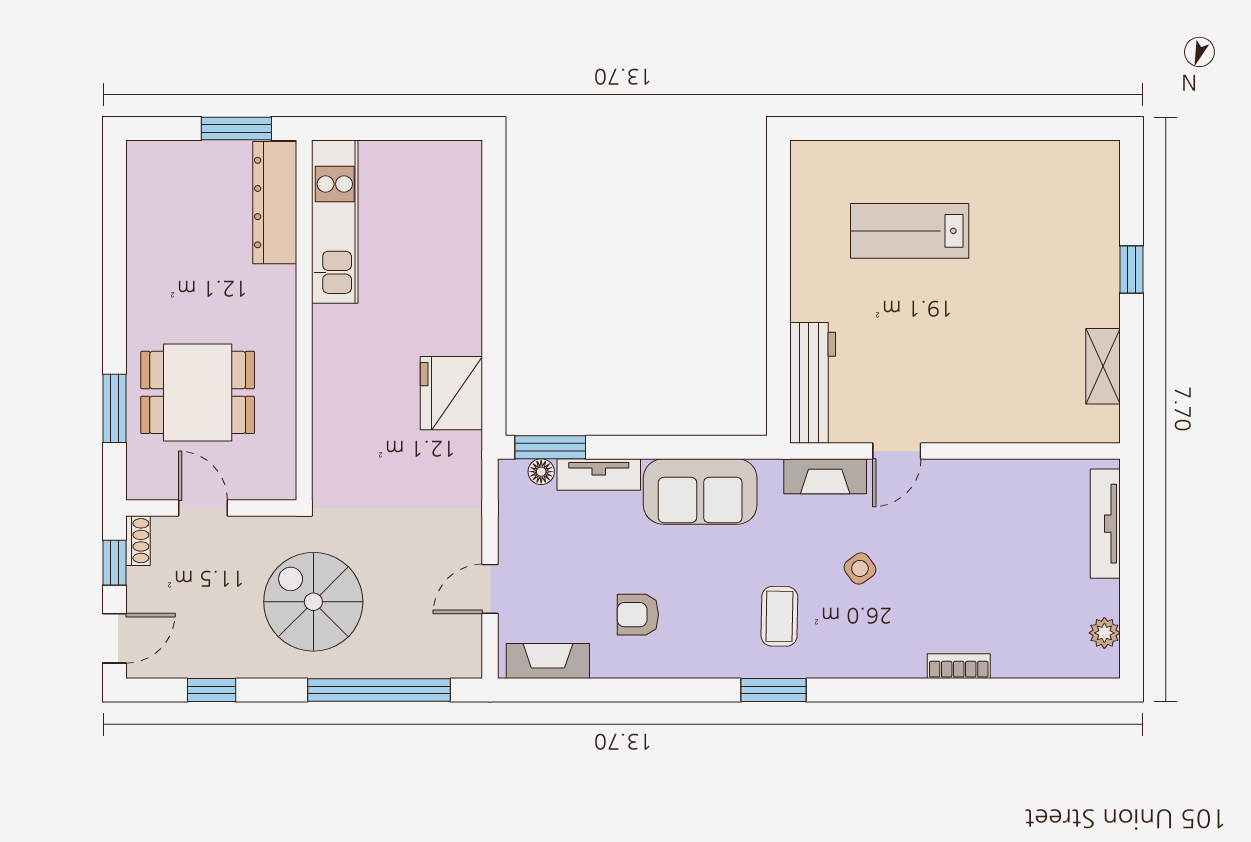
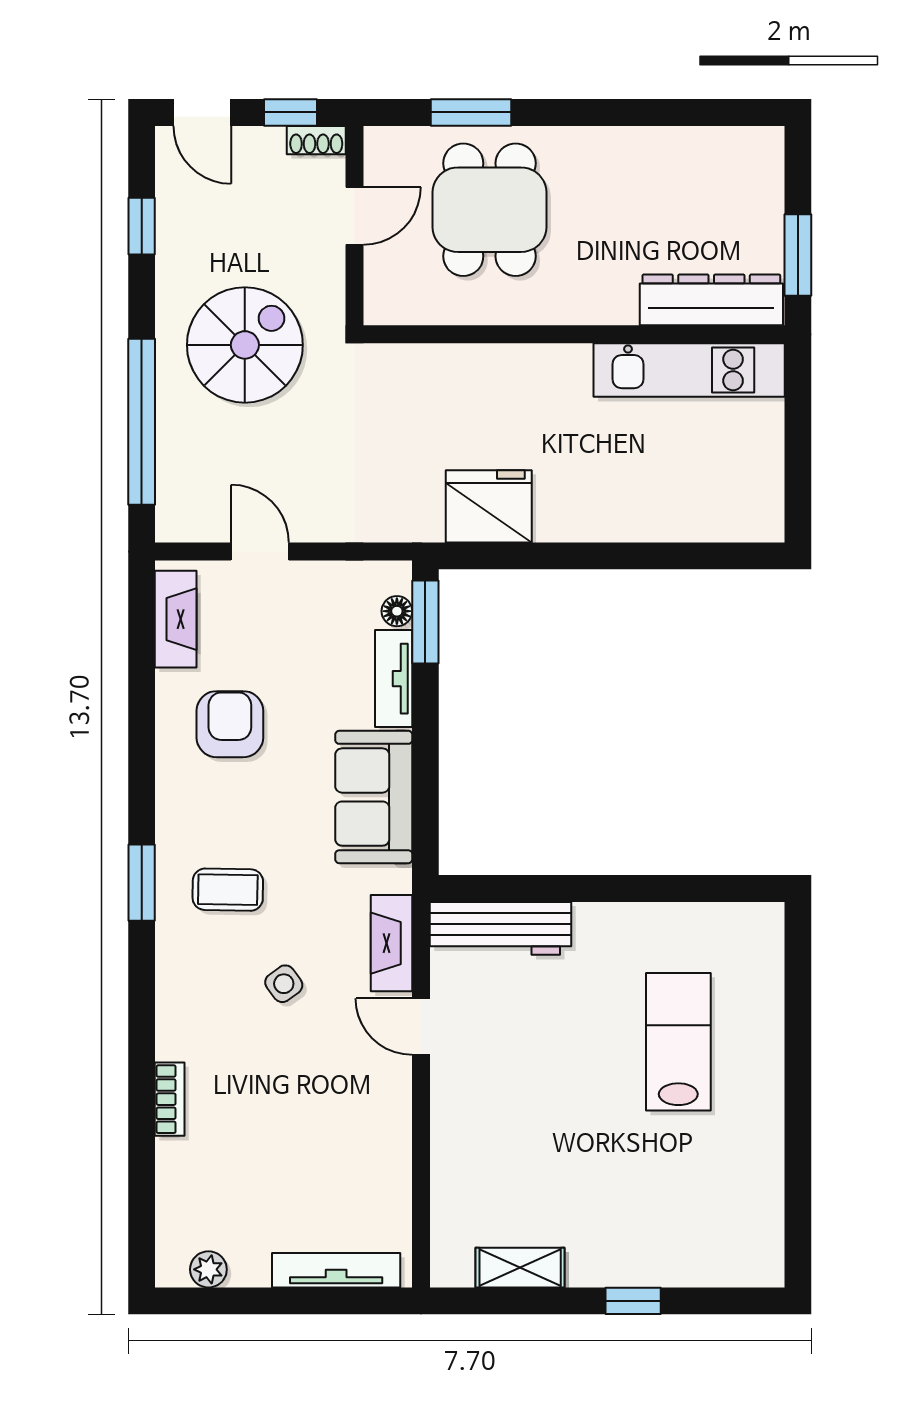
armchair: (638, 615) -> (230, 724), width x1.38, depth x1.38

